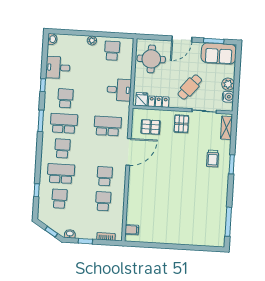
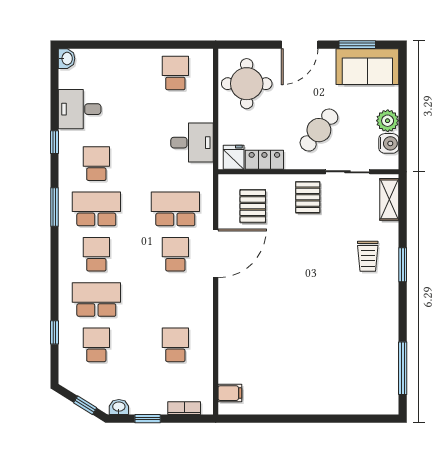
plant: (92, 40) -> (138, 57), removed
pallet: (151, 127) -> (253, 206), turned 90
school desk: (105, 176) -> (175, 254), moved

